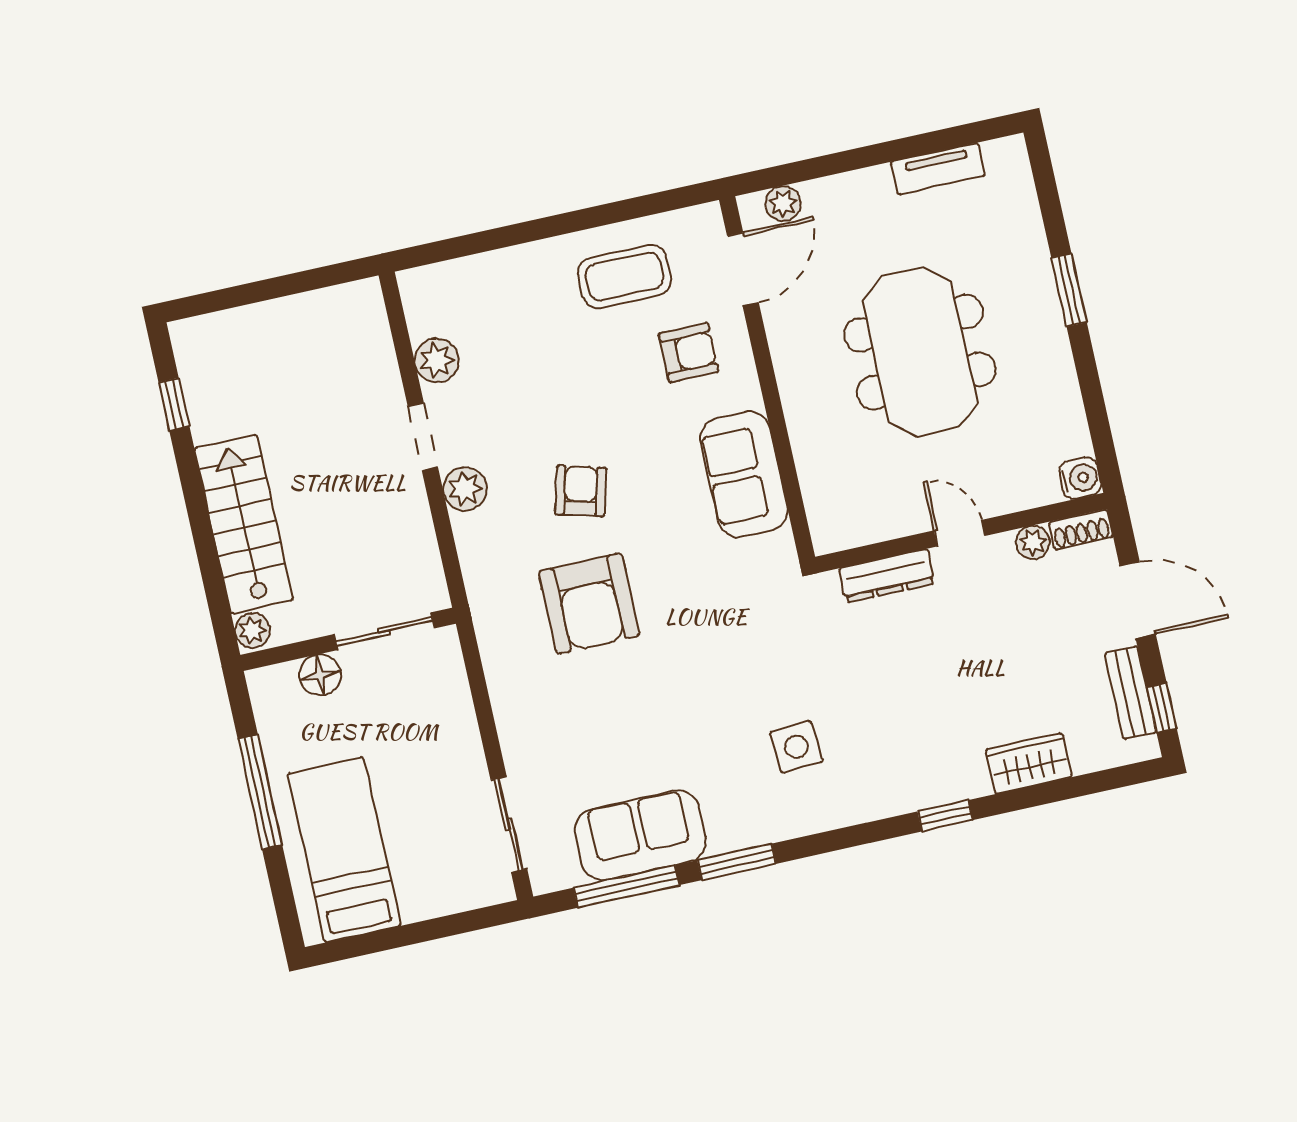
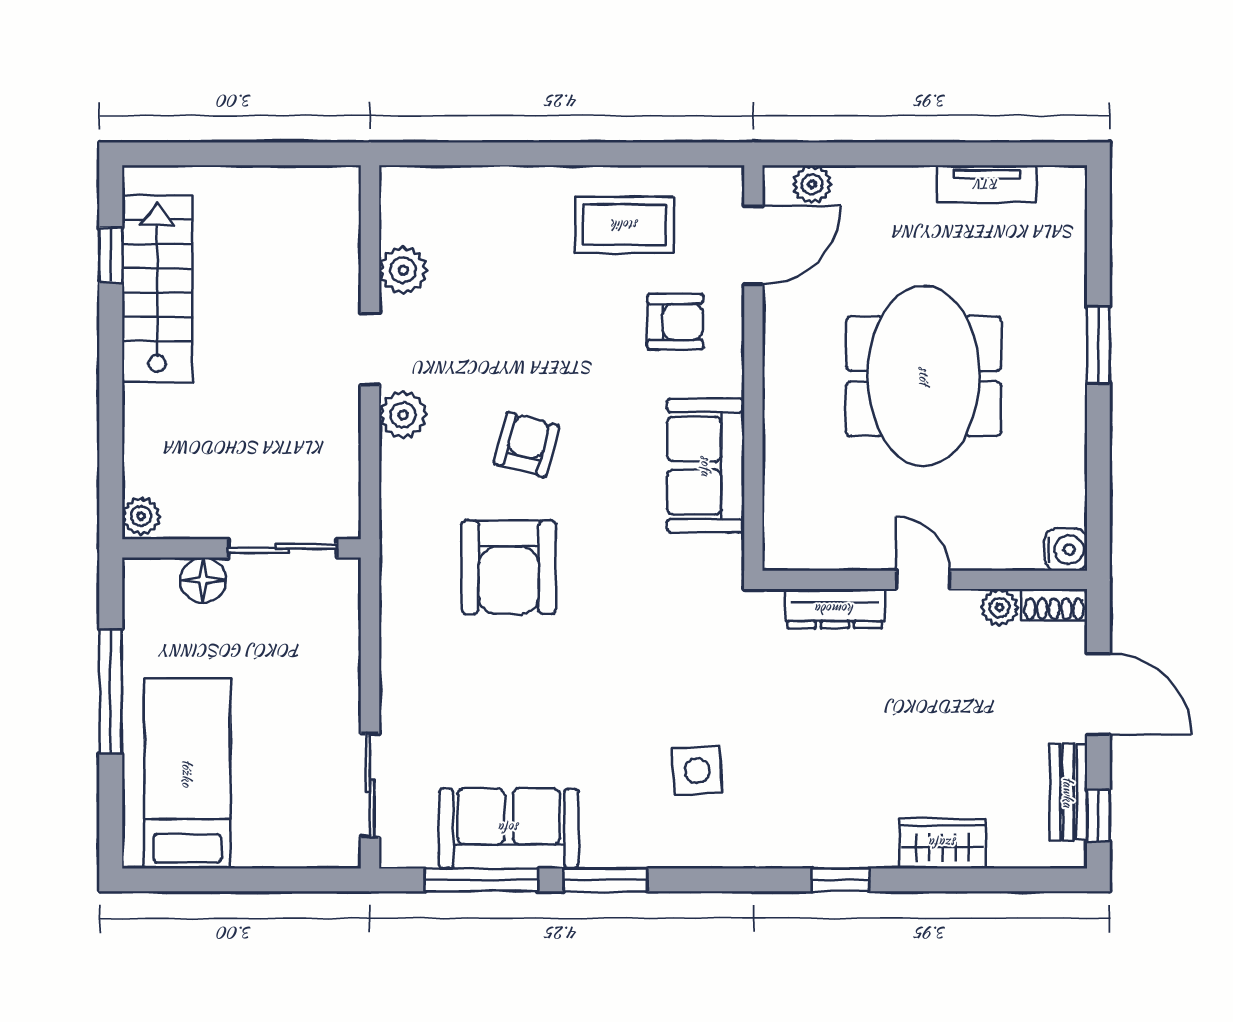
stairs: (244, 524) -> (157, 289), moved

